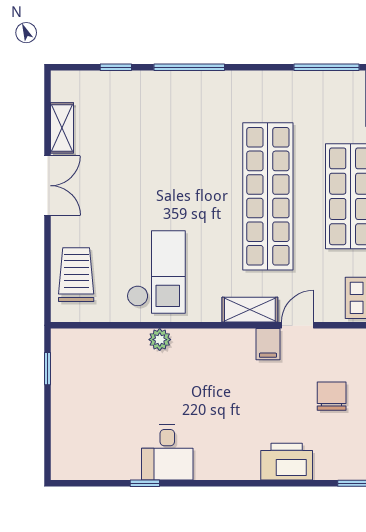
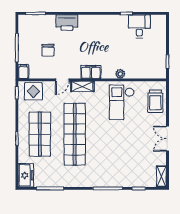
shelving: (62, 128) -> (161, 176), moved
filing cabinet: (268, 344) -> (91, 72), moved, width x2.00
desk: (167, 453) -> (139, 26), moved

